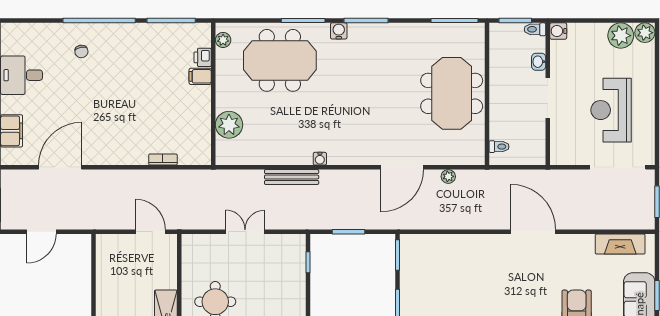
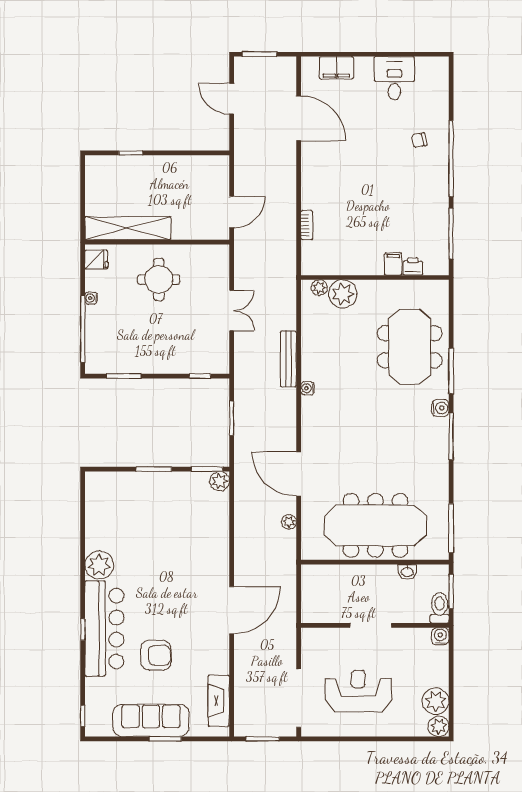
toilet: (535, 29) -> (440, 608), width x1.37, depth x1.39
plant: (223, 40) -> (319, 288), moved
washbasin: (539, 62) -> (407, 572), moved, turned 180
meeting table: (452, 93) -> (375, 525), width x1.36
toilet: (499, 147) -> (320, 575), removed
plant: (409, 243) -> (220, 481), added

